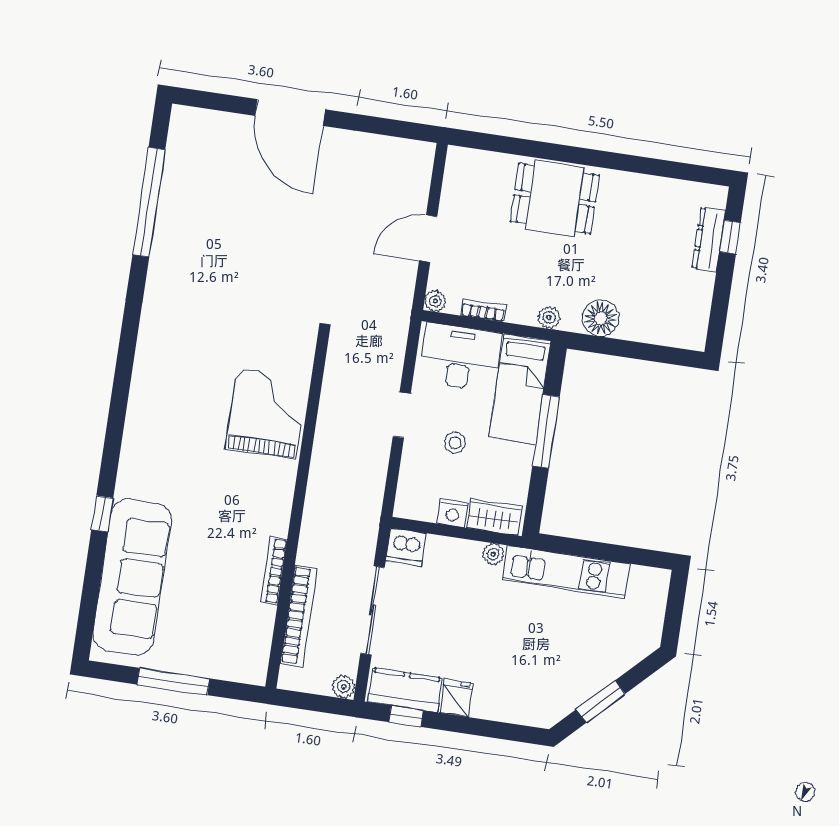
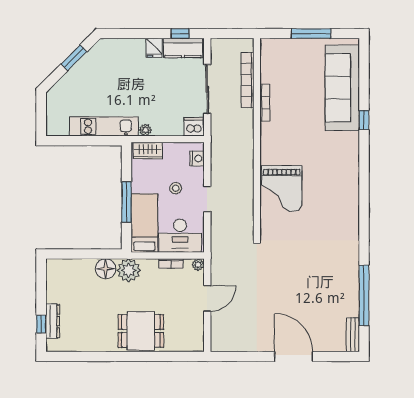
bench: (179, 135) -> (353, 335), added
plant: (549, 318) -> (129, 270), width x1.87, depth x1.87
nightstand: (453, 513) -> (197, 158), moved, turned 90
plant: (344, 687) -> (217, 45), removed

